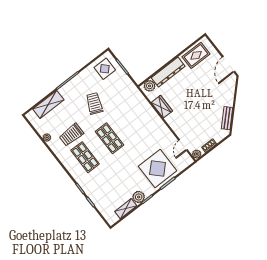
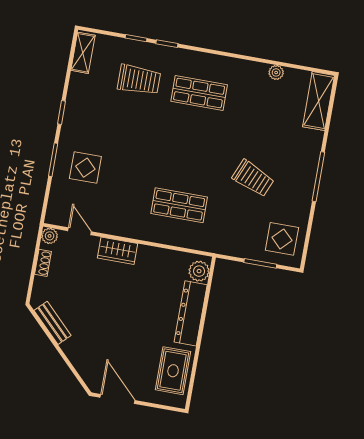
shelving: (48, 104) -> (318, 101), moved
wardrobe: (162, 107) -> (117, 251), moved
trolley: (71, 135) -> (139, 80), moved, turned 90
shop shelf: (109, 138) -> (179, 205), moved
display table: (158, 168) -> (85, 168), width x0.54, depth x0.54
plant: (139, 197) -> (76, 105), removed
shelving: (126, 209) -> (83, 53), moved

